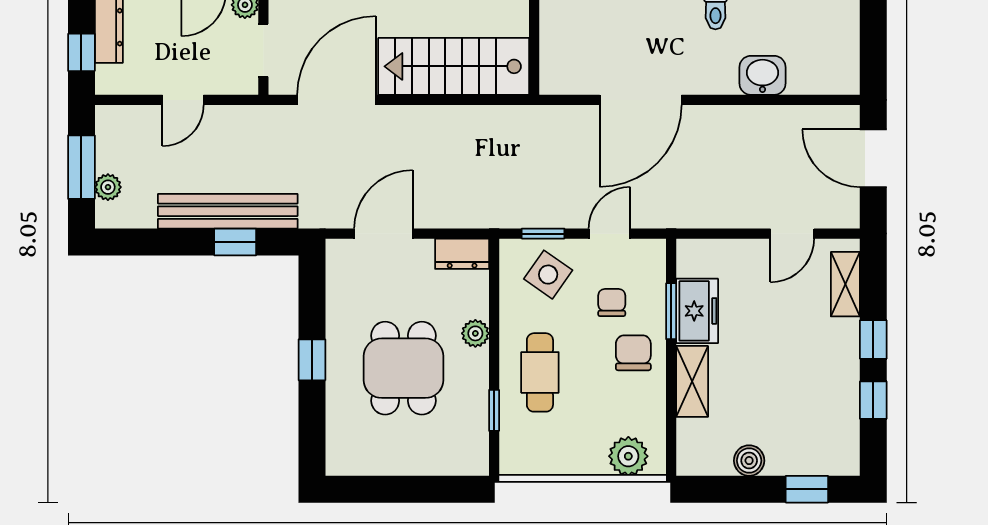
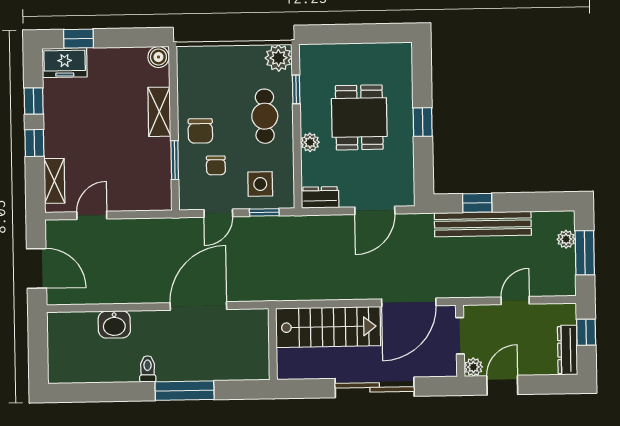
side table: (548, 275) -> (260, 184), turned -35
freezer: (697, 311) -> (65, 63), moved, turned -90
plant: (628, 456) -> (279, 58), moved
boiler: (749, 461) -> (158, 57), moved

